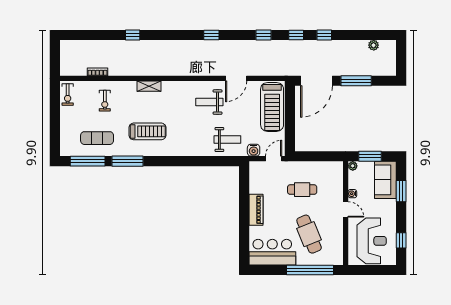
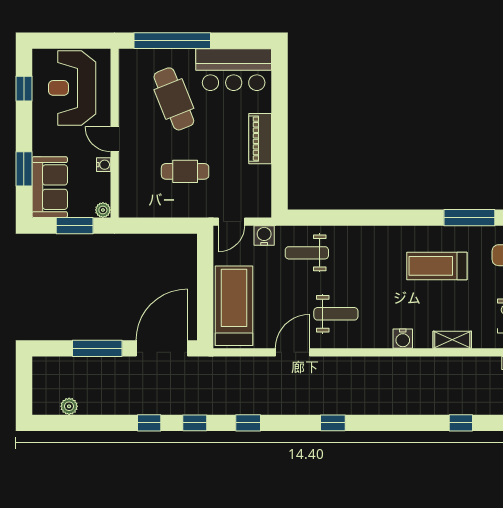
shelving: (149, 86) -> (452, 340), moved
water cooler: (168, 87) -> (403, 339), added

